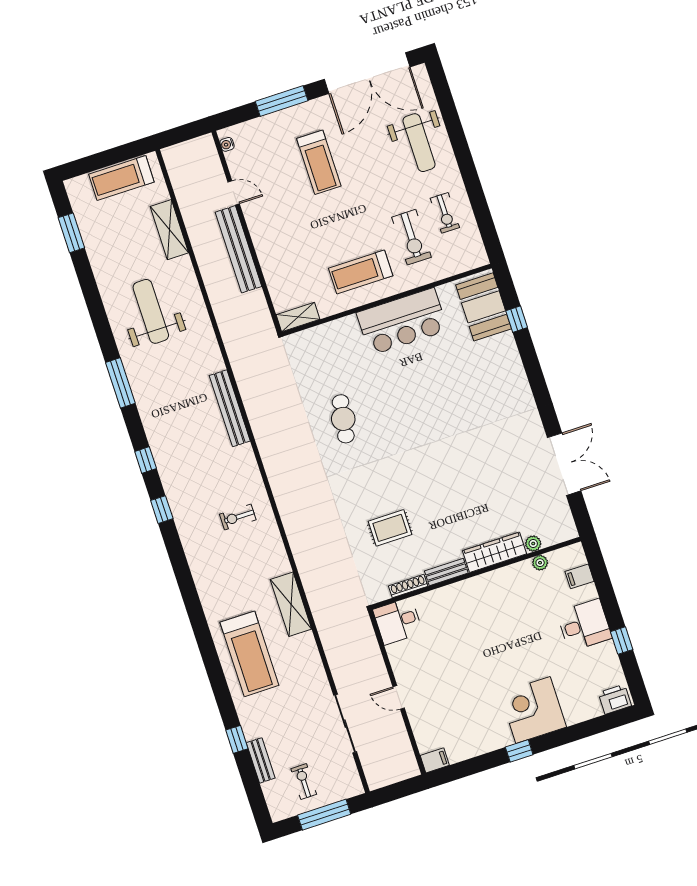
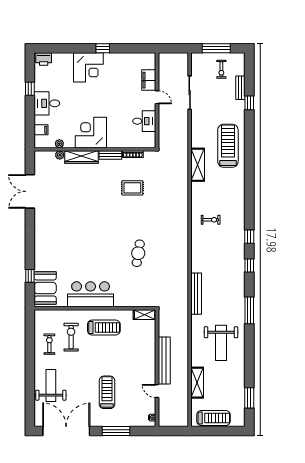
bench: (230, 408) -> (196, 294), moved
corner desk: (492, 599) -> (91, 133), added
desk: (398, 621) -> (144, 121), moved
filing cabinet: (435, 760) -> (149, 80), moved, width x2.00

